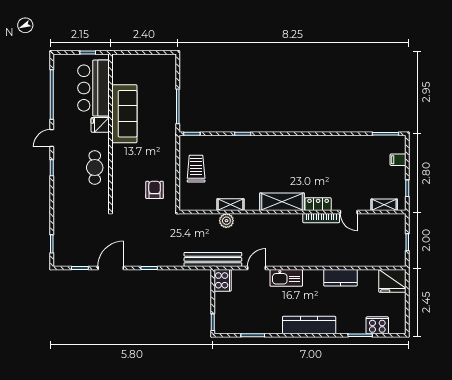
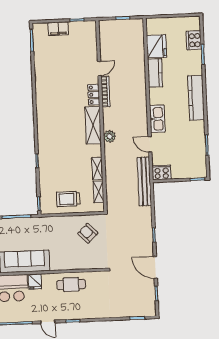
filing cabinet: (398, 160) -> (58, 29), width x2.00
armchair: (155, 190) -> (88, 233), turned 46
shelving: (384, 205) -> (99, 192), moved
plant: (226, 221) -> (110, 136), moved
fridge: (392, 281) -> (157, 46), moved

